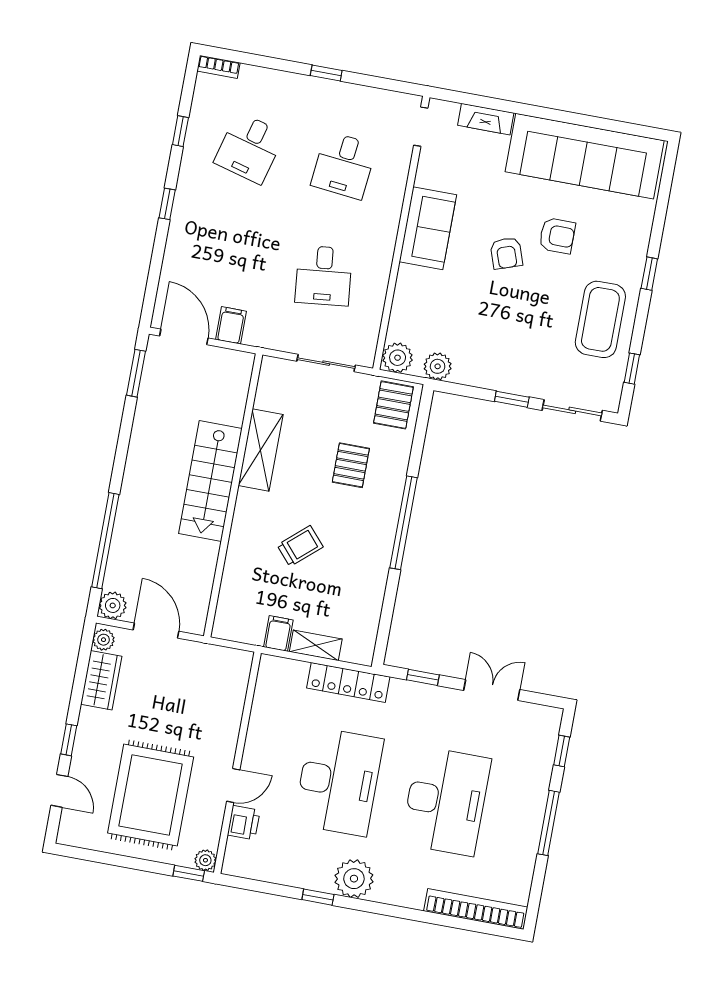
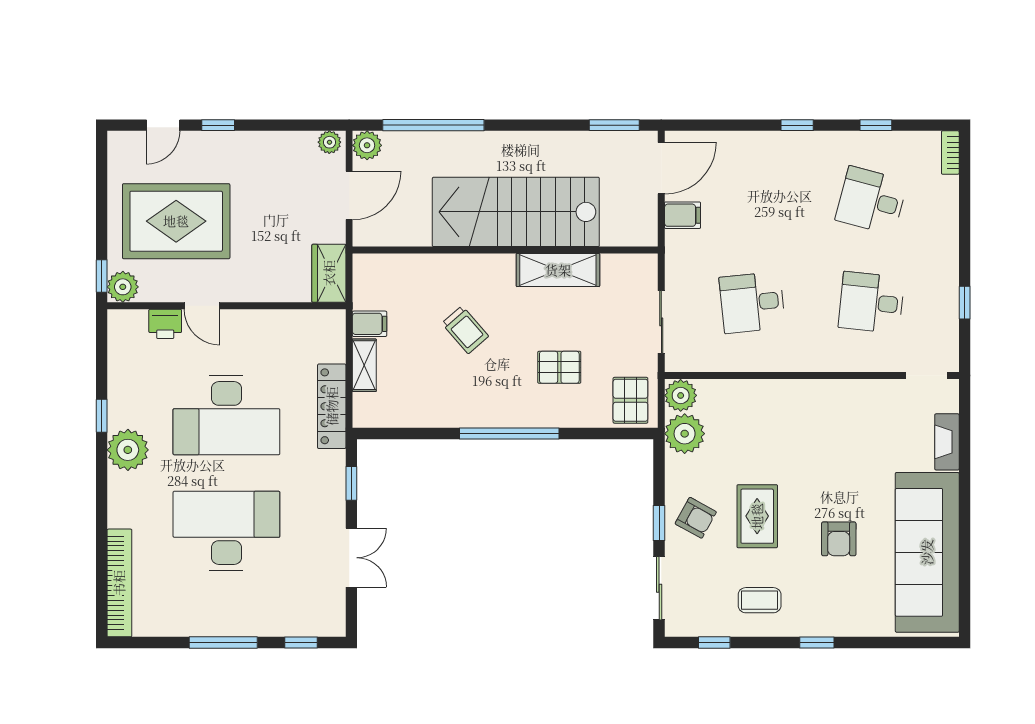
window: (326, 73) -> (965, 303), moved
sofa: (428, 228) -> (822, 402), removed
armchair: (506, 253) -> (696, 518), moved, turned -132
rug: (522, 307) -> (757, 516), added
coffee table: (600, 319) -> (760, 600), width x0.54, depth x0.58
plant: (438, 366) -> (685, 434), width x1.36, depth x1.36
pallet: (393, 405) -> (630, 400), turned 90
stairs: (210, 481) -> (516, 212), width x1.36, depth x1.51
wardrobe: (101, 680) -> (329, 273), moved, turned 90
desk: (446, 801) -> (226, 531), turned 180
plant: (205, 860) -> (123, 287), width x1.38, depth x1.38

